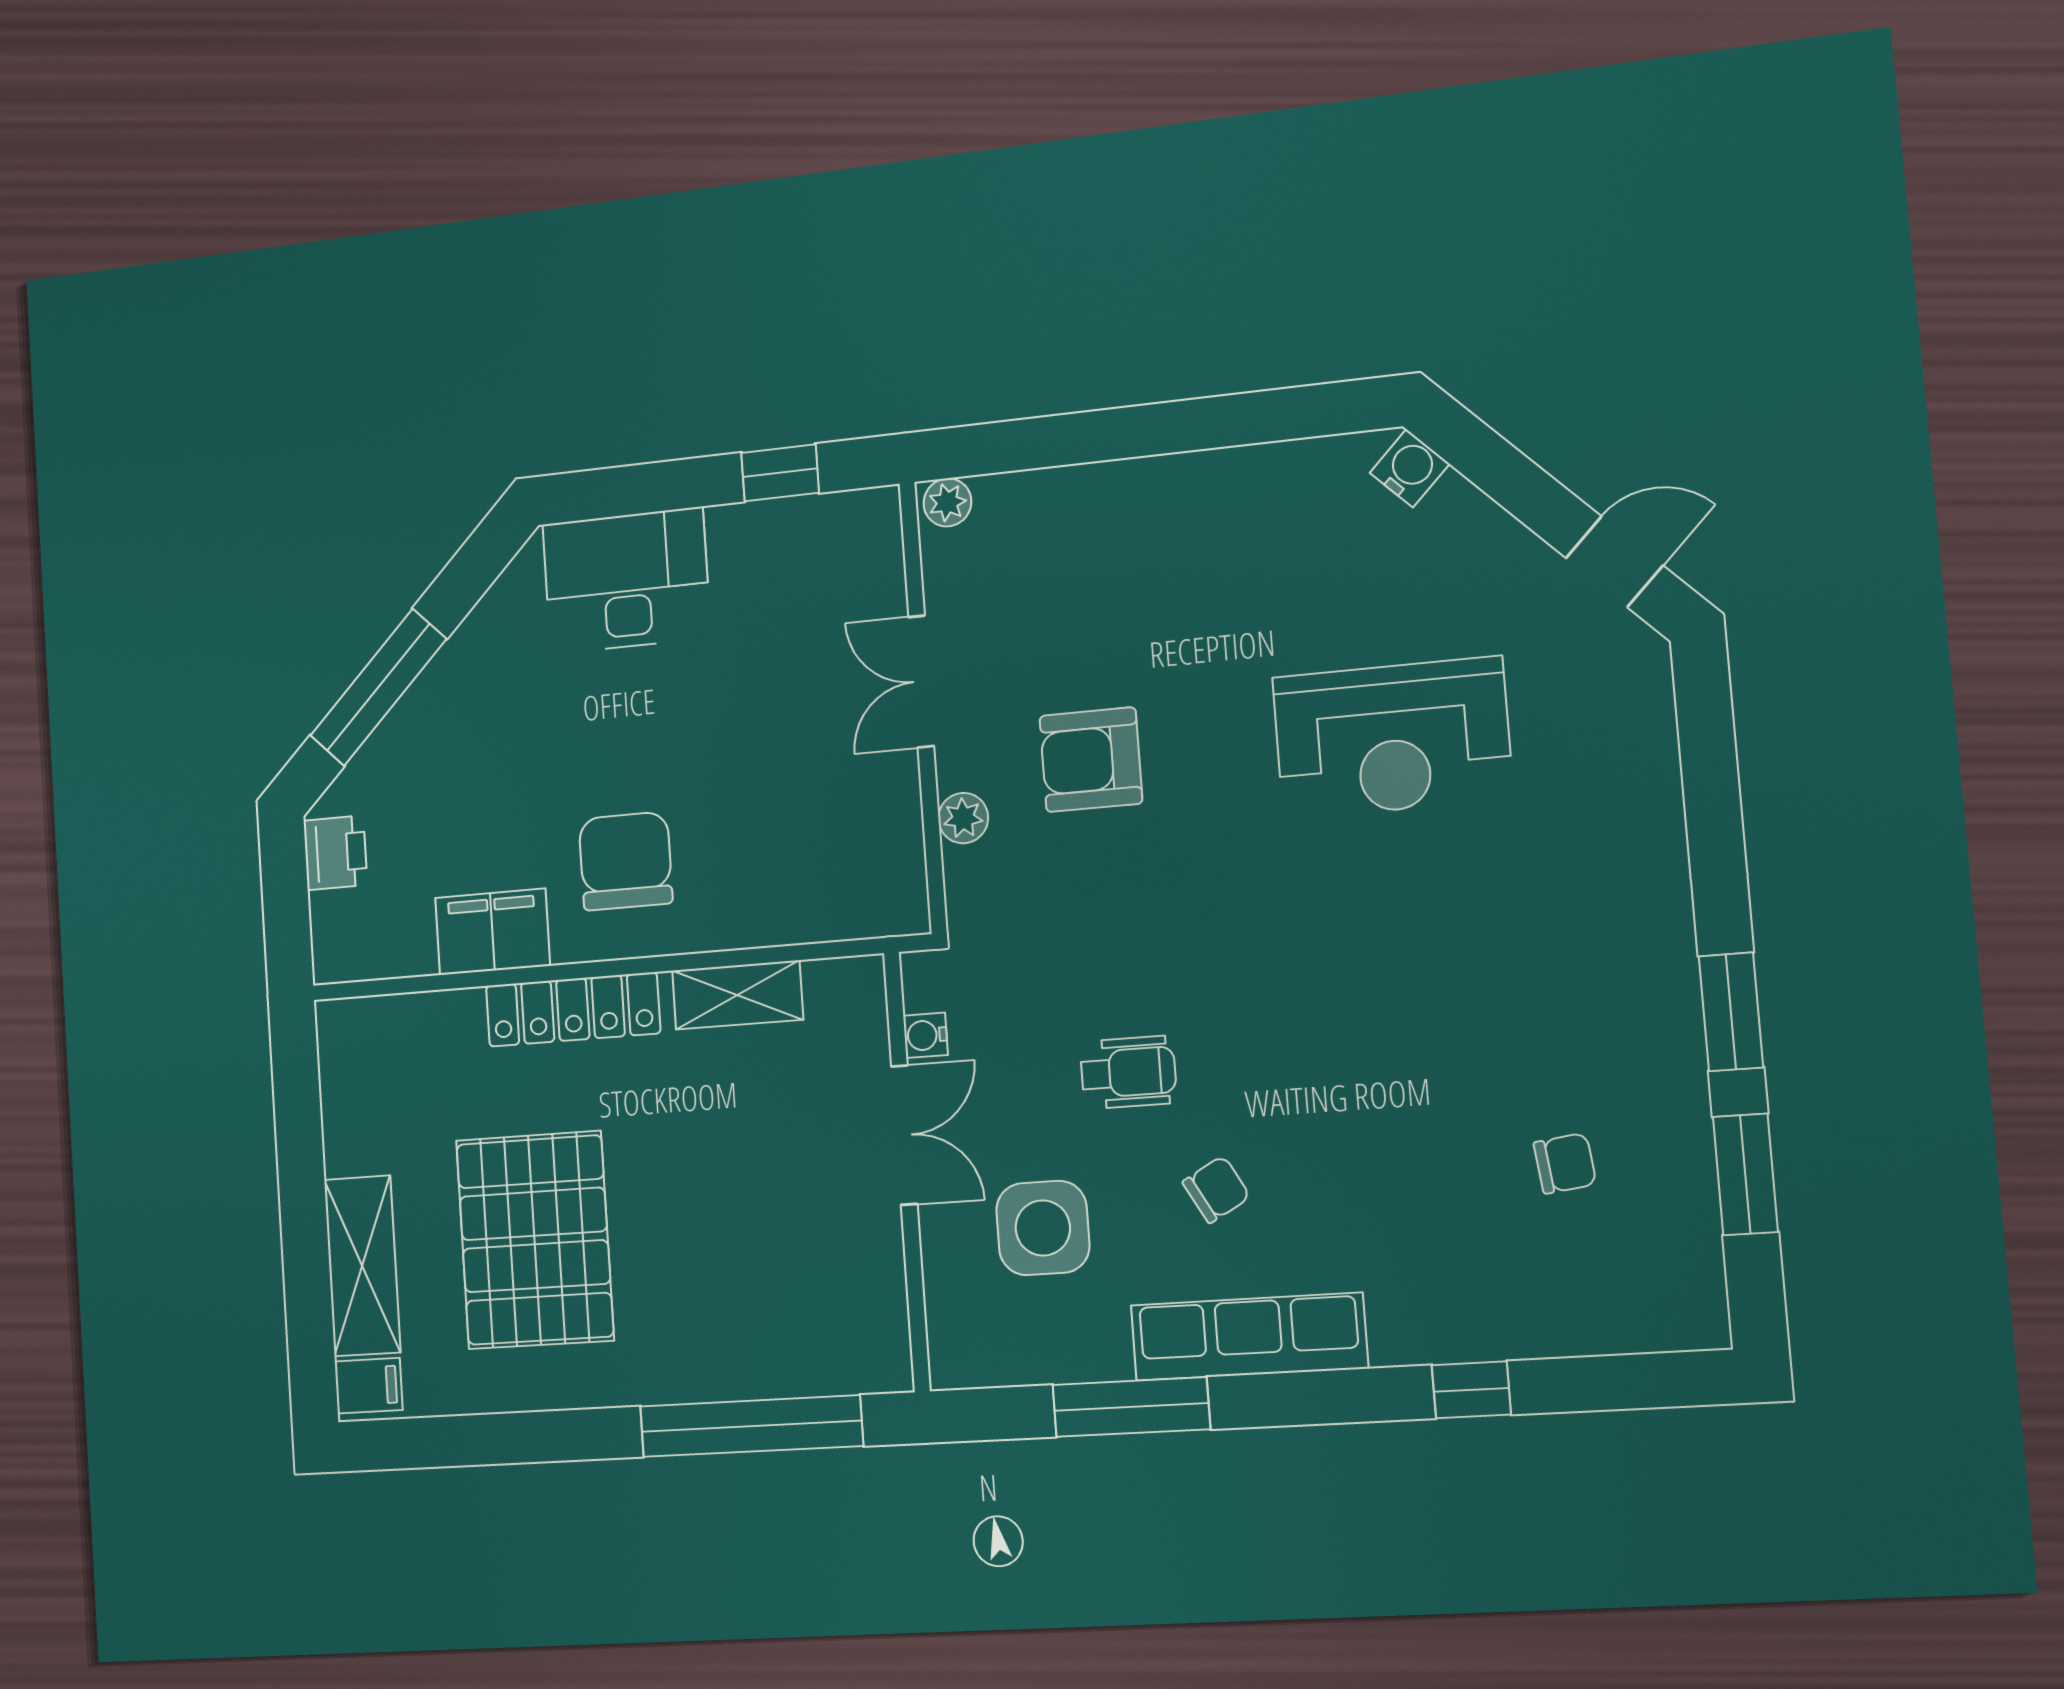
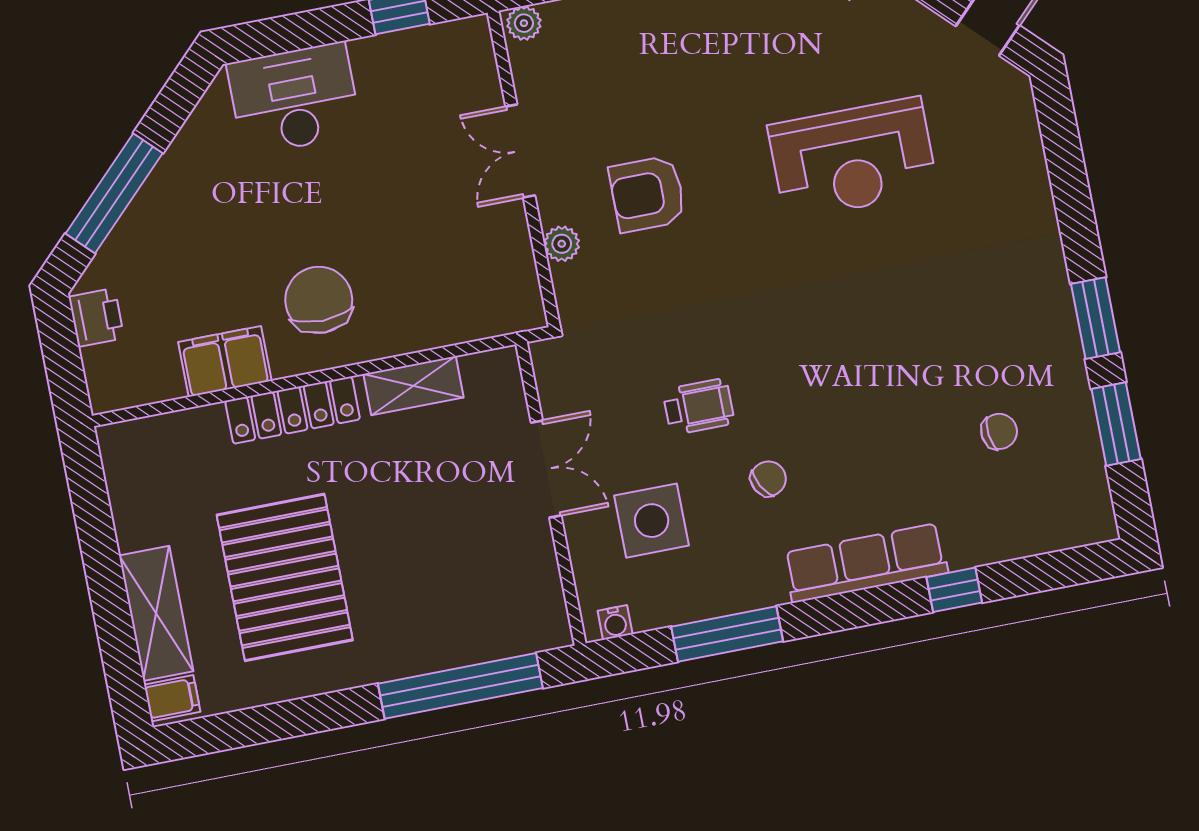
water cooler: (926, 1035) -> (615, 622), moved, turned -90
row of seats: (1249, 1337) -> (866, 563), moved

